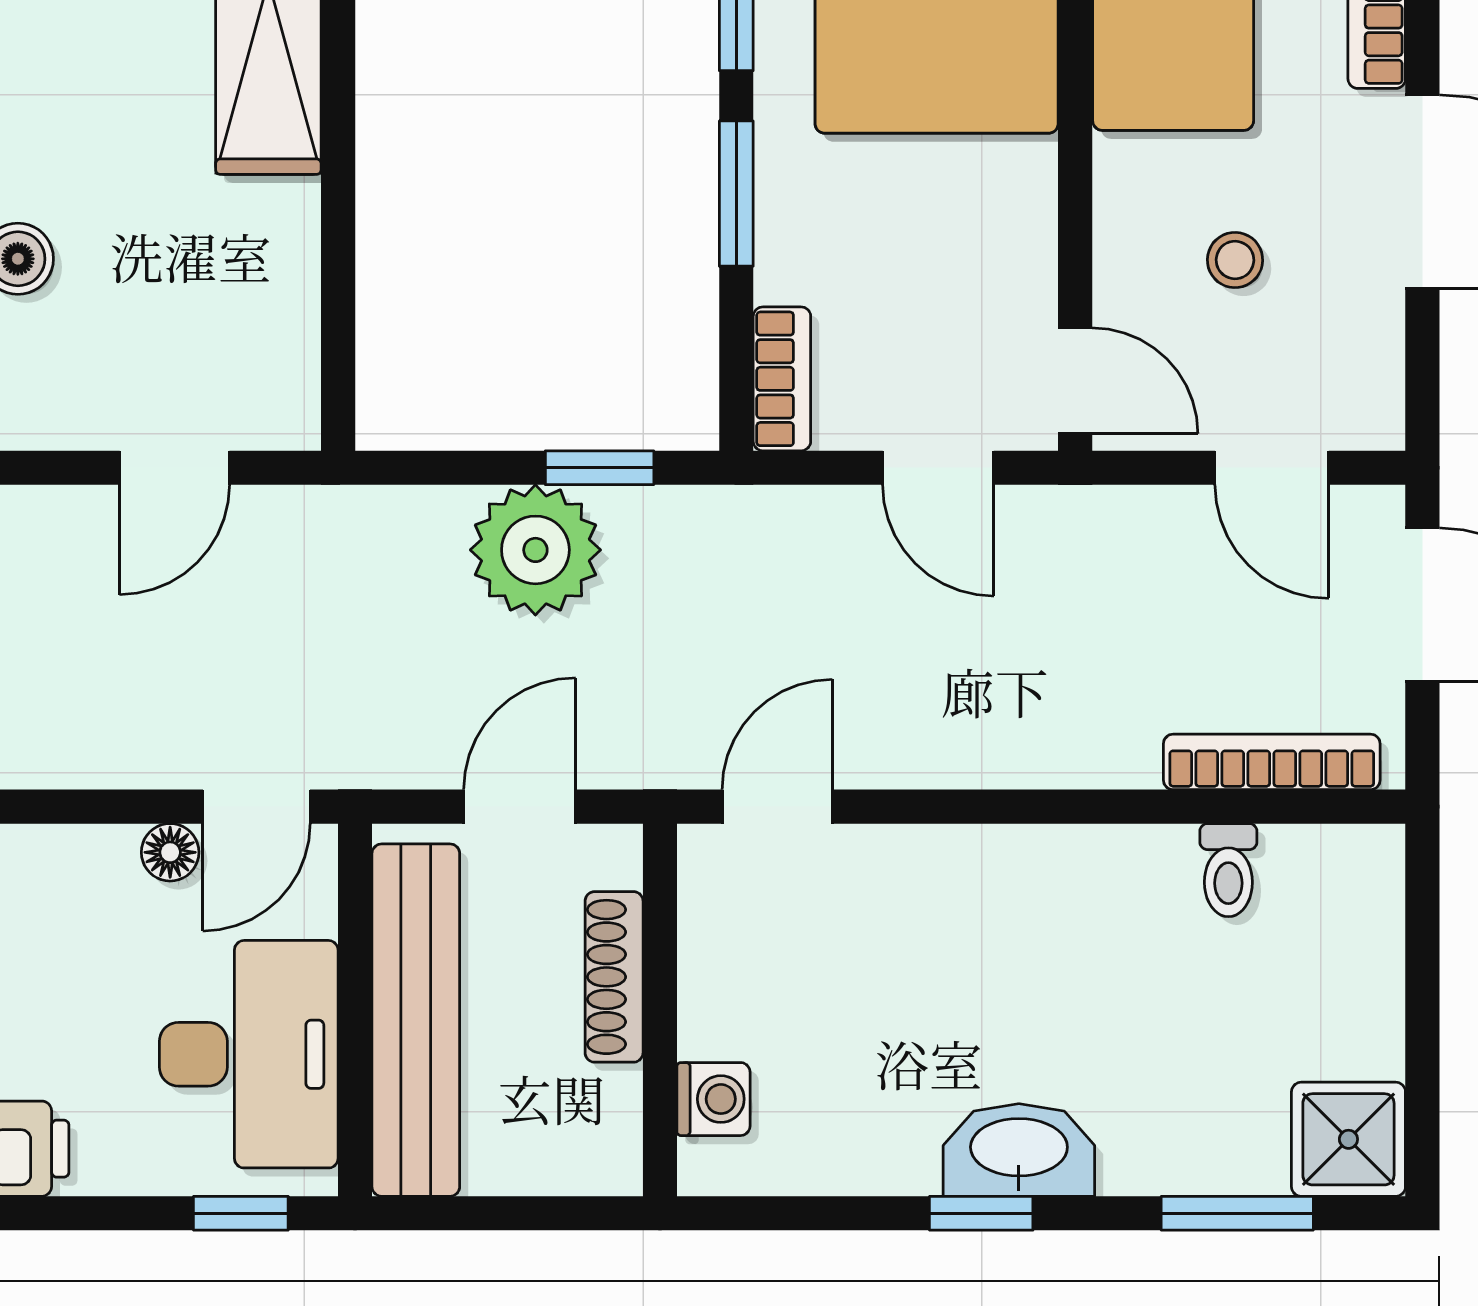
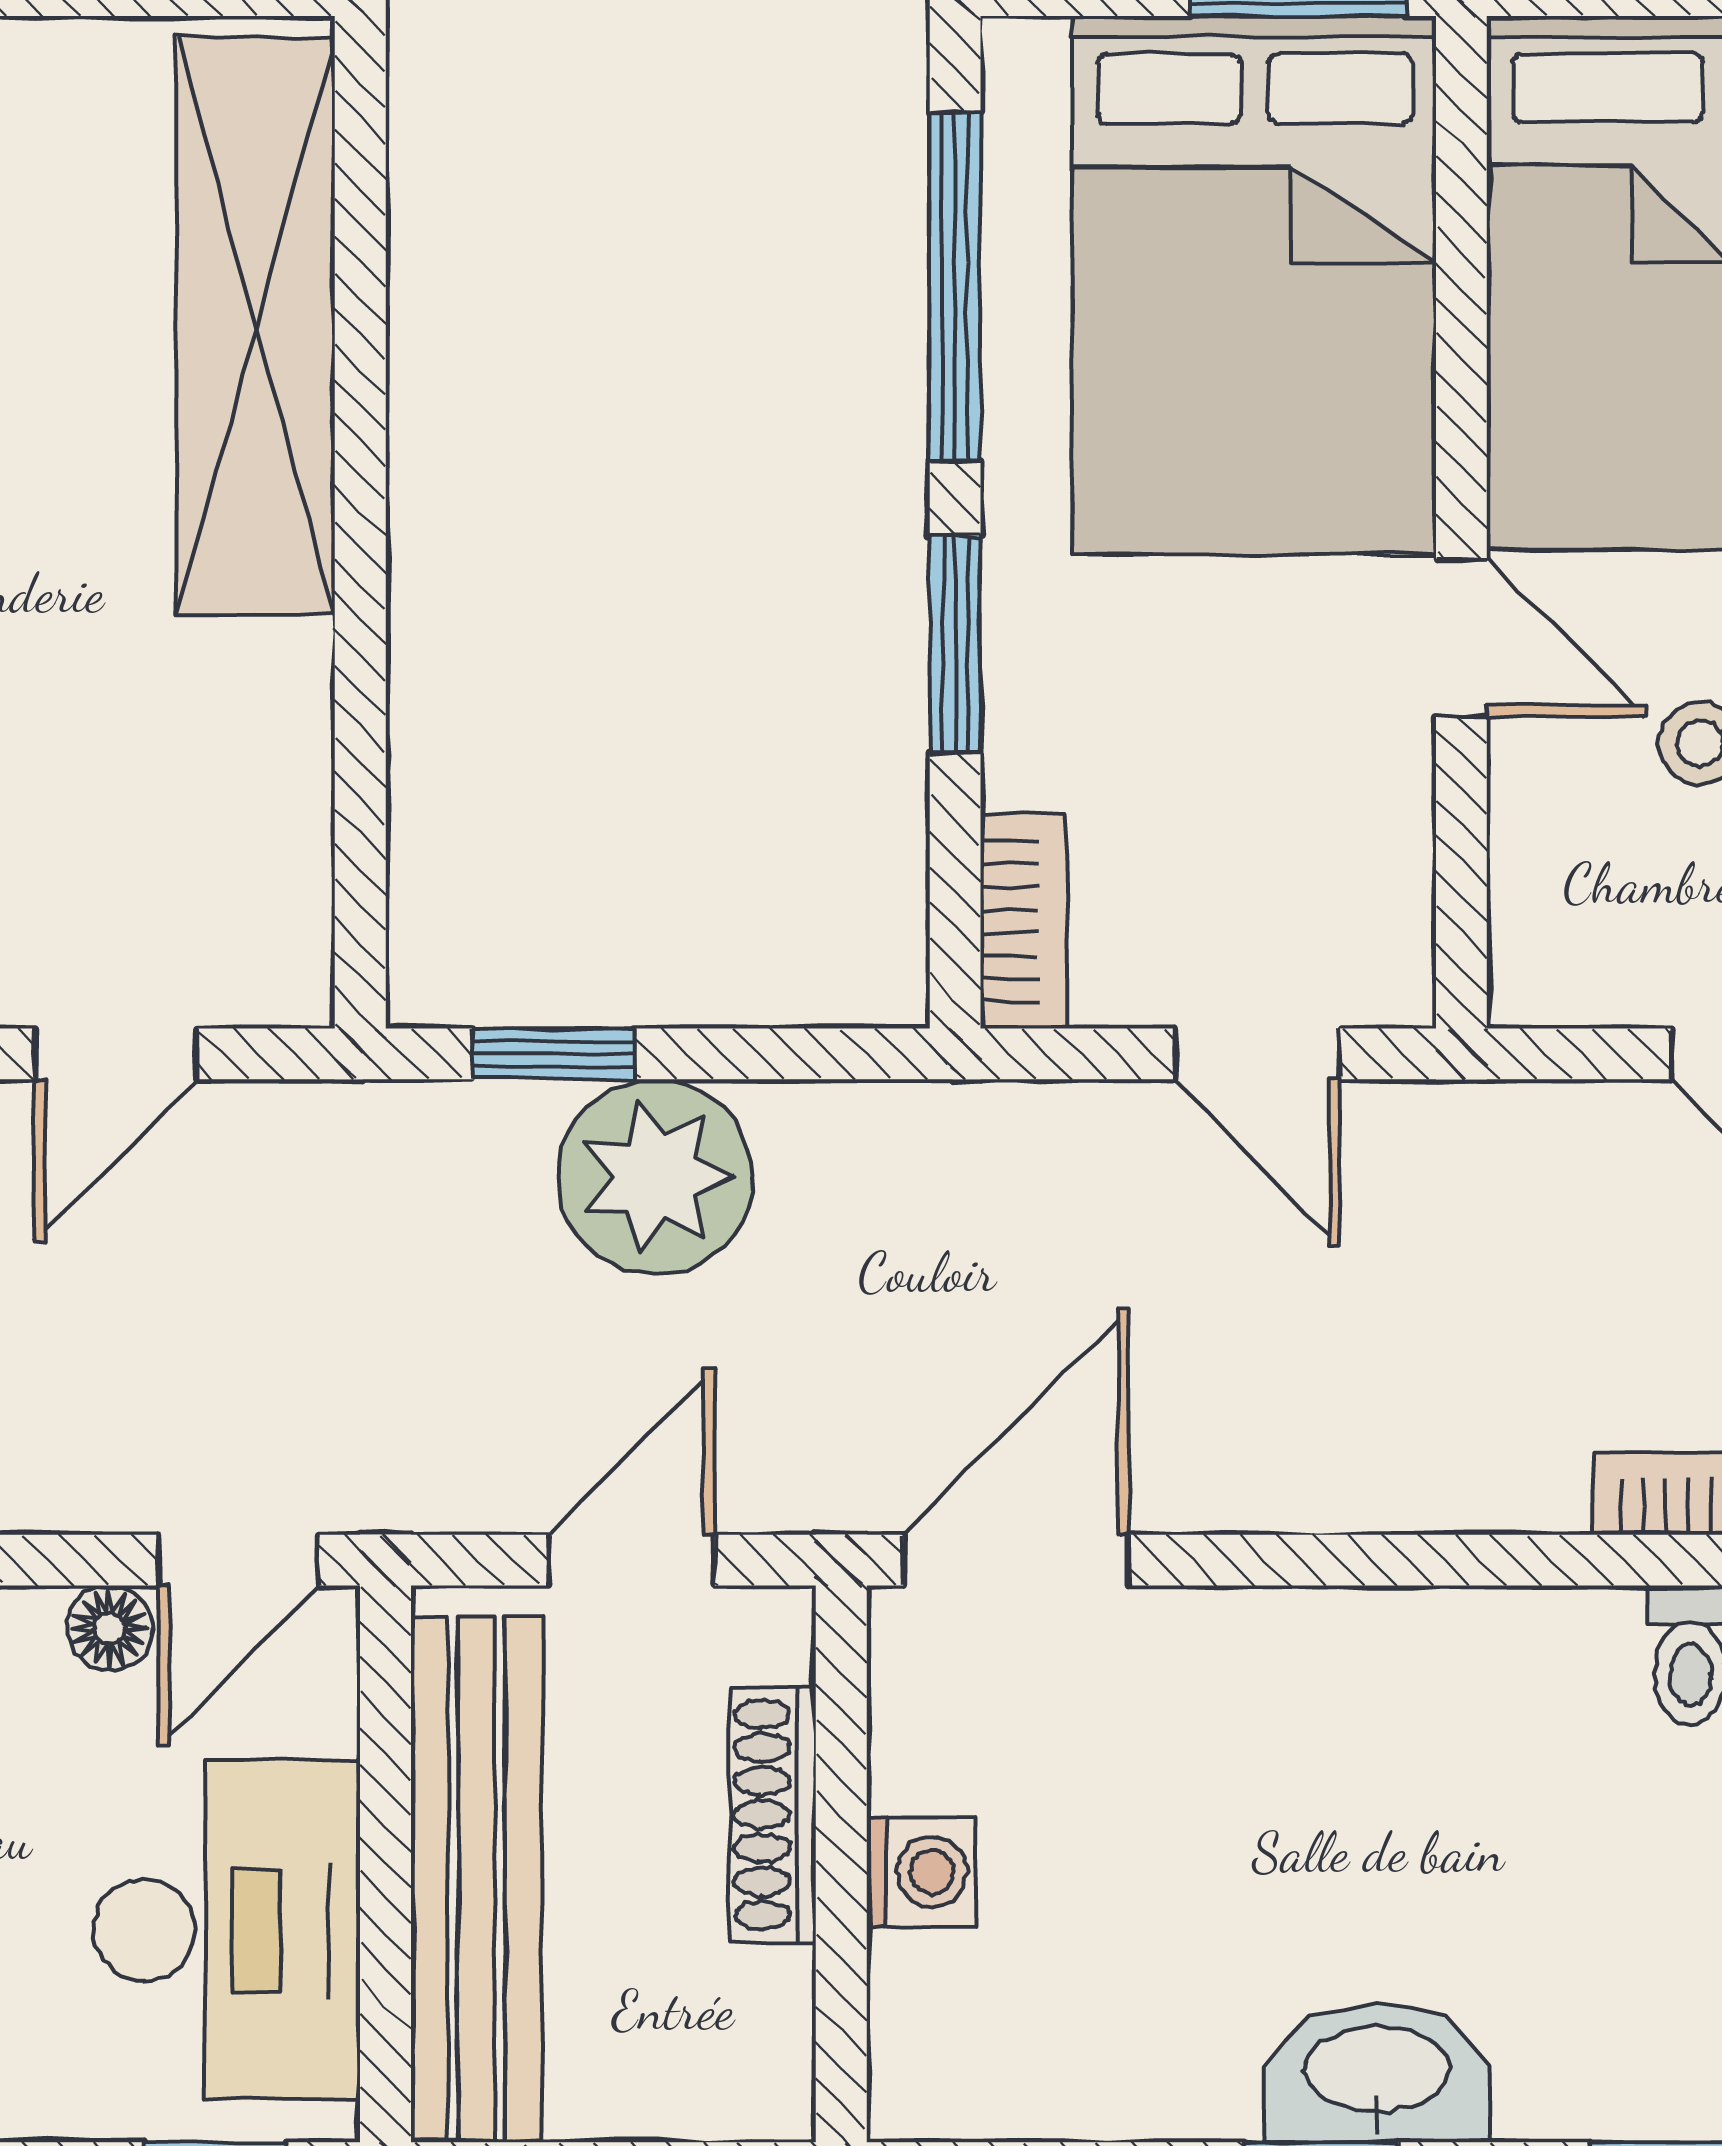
door: (1075, 381) -> (1461, 637), moved
window: (600, 468) -> (553, 1054), moved
door: (777, 807) -> (1016, 1560), width x1.38
washing machine: (713, 1099) -> (921, 1872), moved

